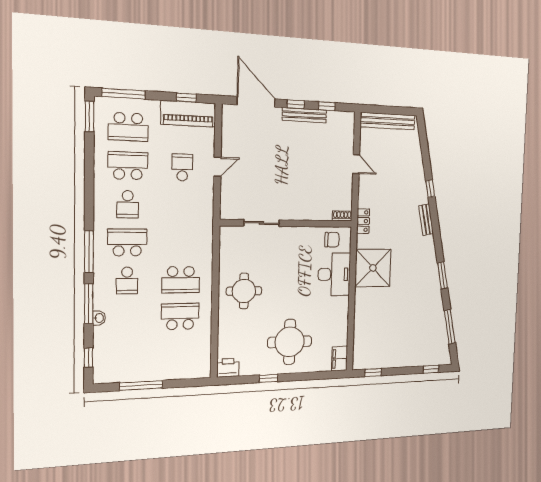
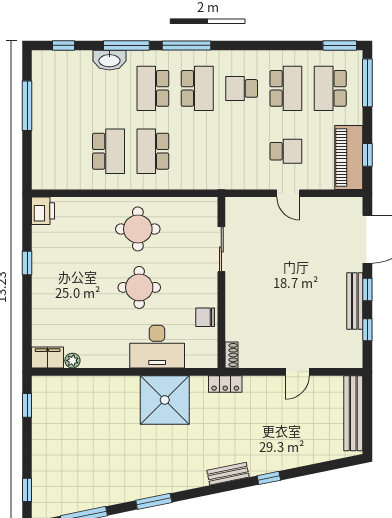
chair: (332, 240) -> (205, 317), moved, turned 90
school desk: (127, 280) -> (153, 88), width x1.85
washbasin: (99, 318) -> (109, 60), width x1.91, depth x1.45
plant: (342, 340) -> (72, 361), added
round table: (290, 342) -> (139, 287), moved, width x0.73, depth x0.73

